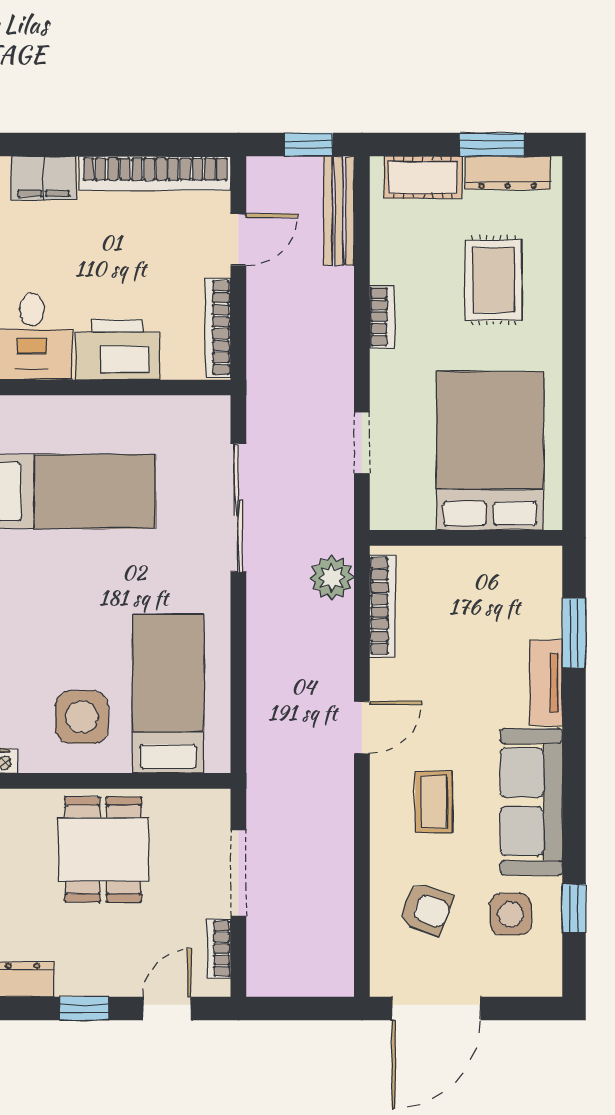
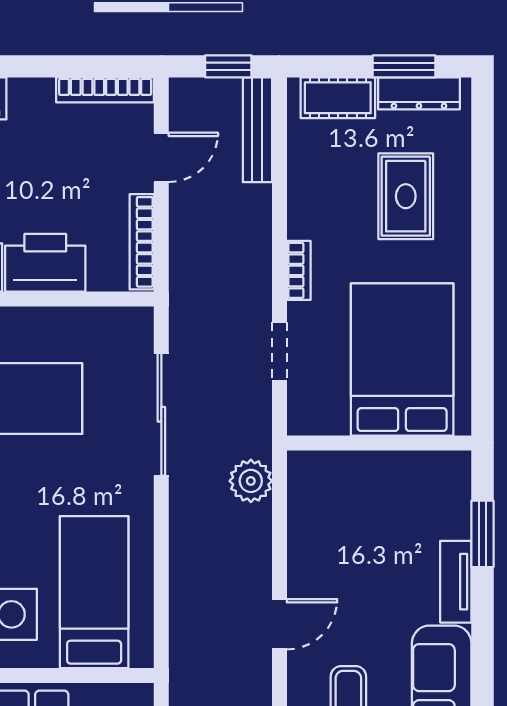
bookcase: (155, 173) -> (105, 90), width x0.68, depth x0.76
bookcase: (382, 317) -> (299, 270), moved
bookcase: (383, 606) -> (299, 508), removed

